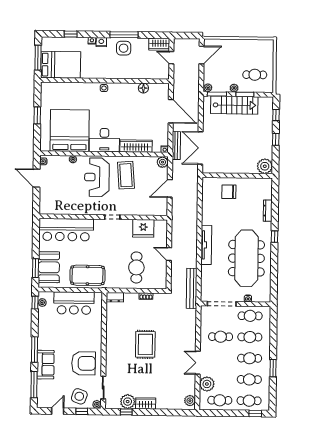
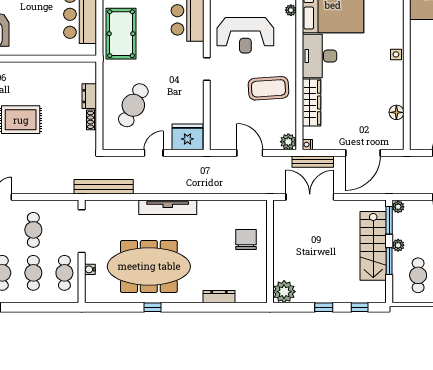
reception desk: (97, 177) -> (245, 35), moved, turned 180
fridge: (143, 228) -> (187, 137), moved, turned 90
window: (275, 237) -> (152, 307), moved
cafe table: (136, 267) -> (133, 105), turned -64
dresser: (115, 297) -> (89, 96), moved

